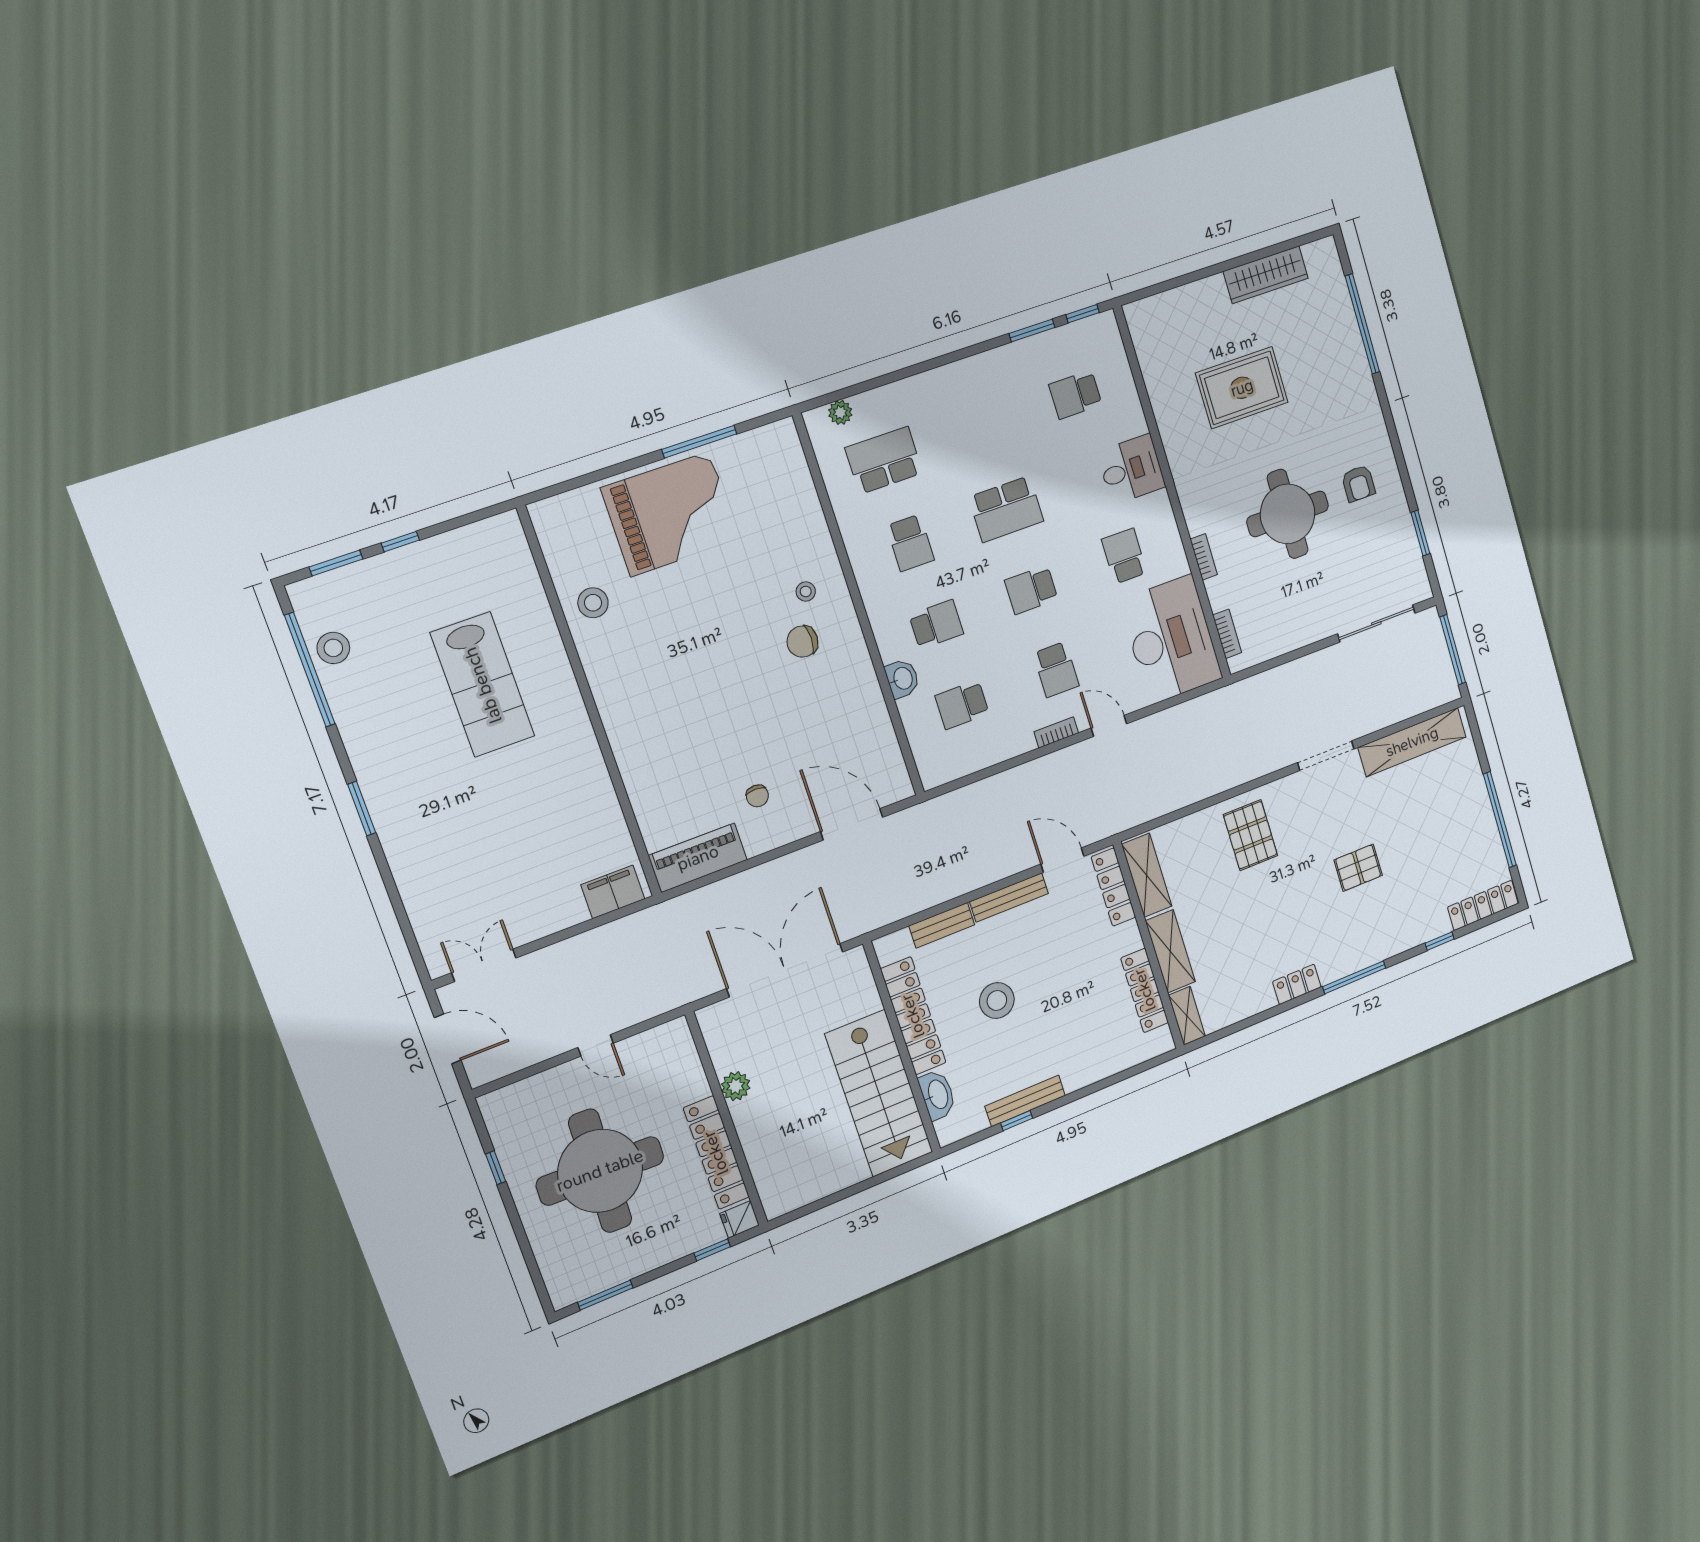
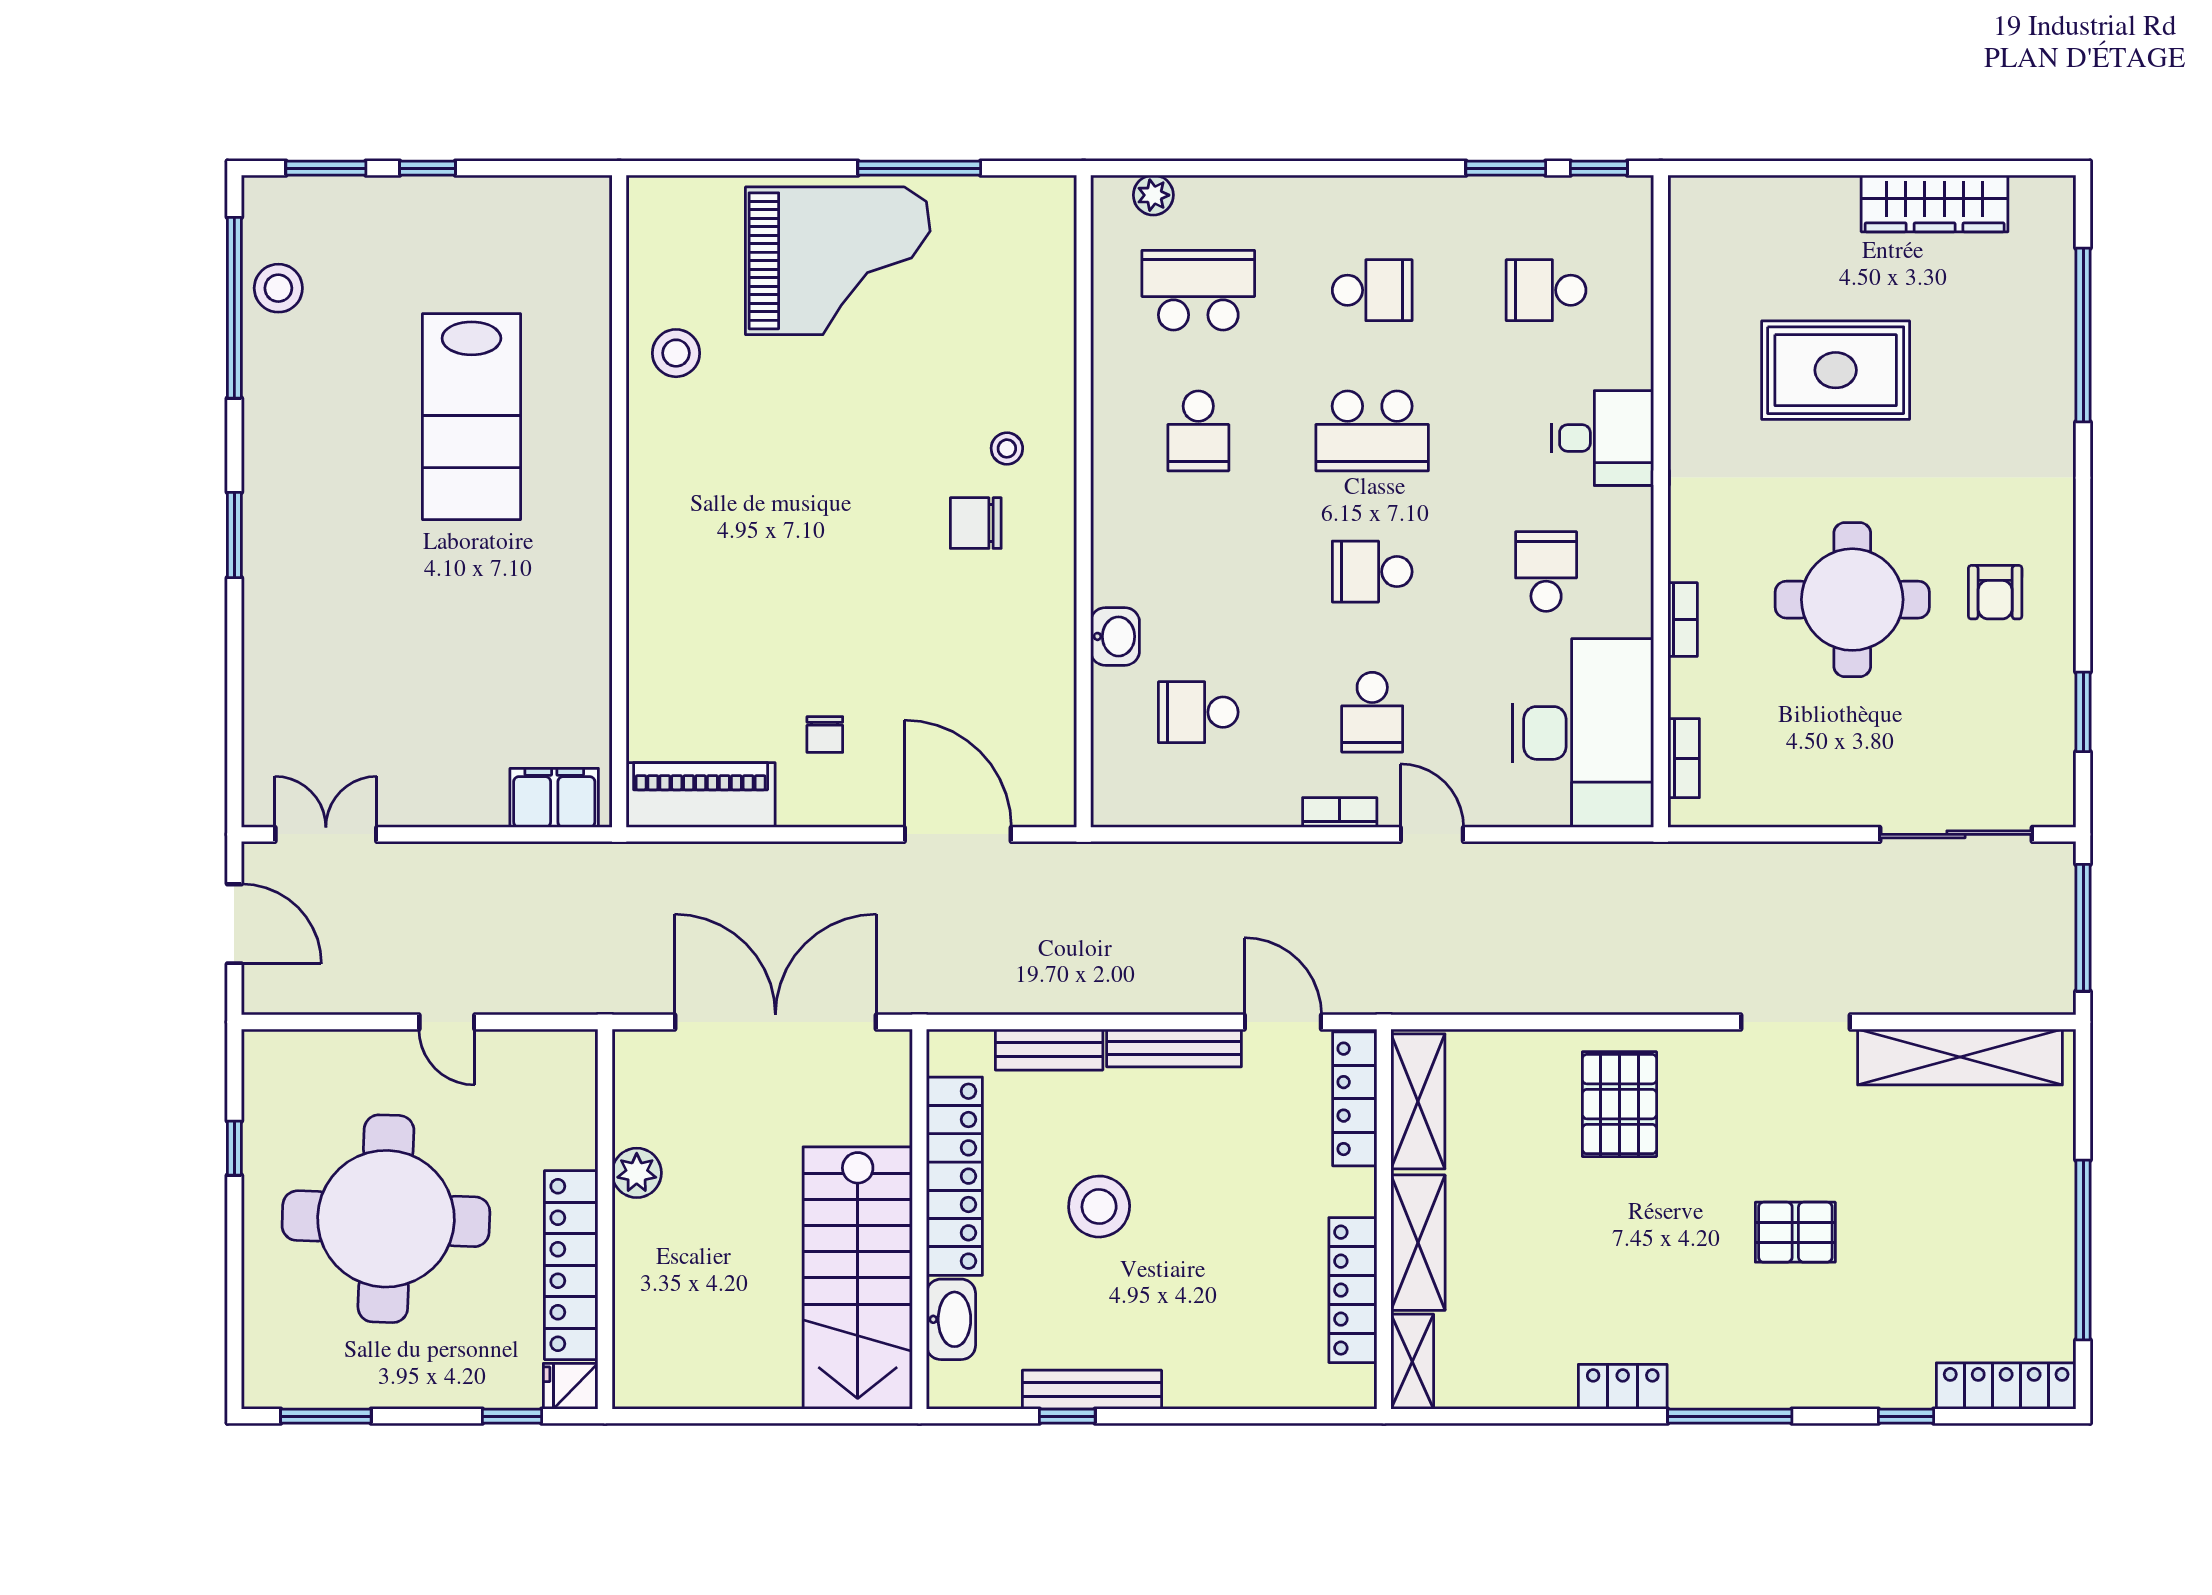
school desk: (936, 624) -> (1372, 290), moved

